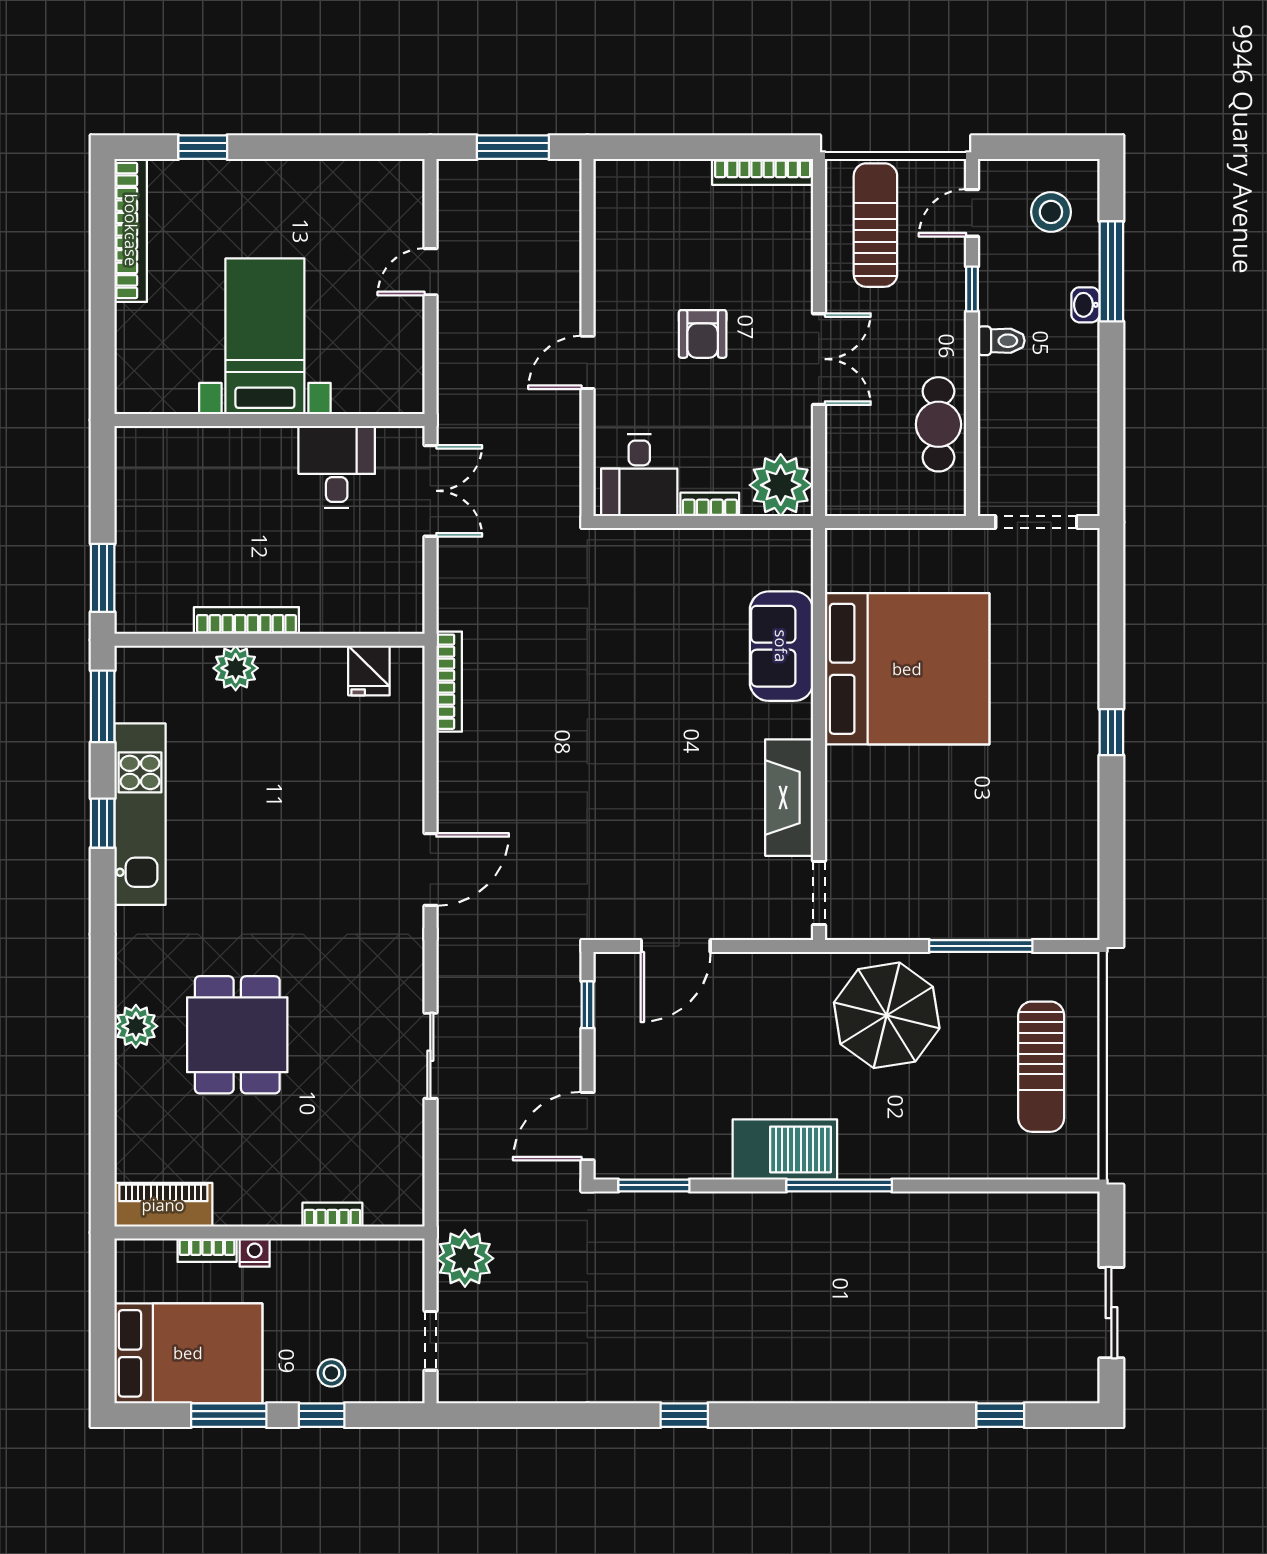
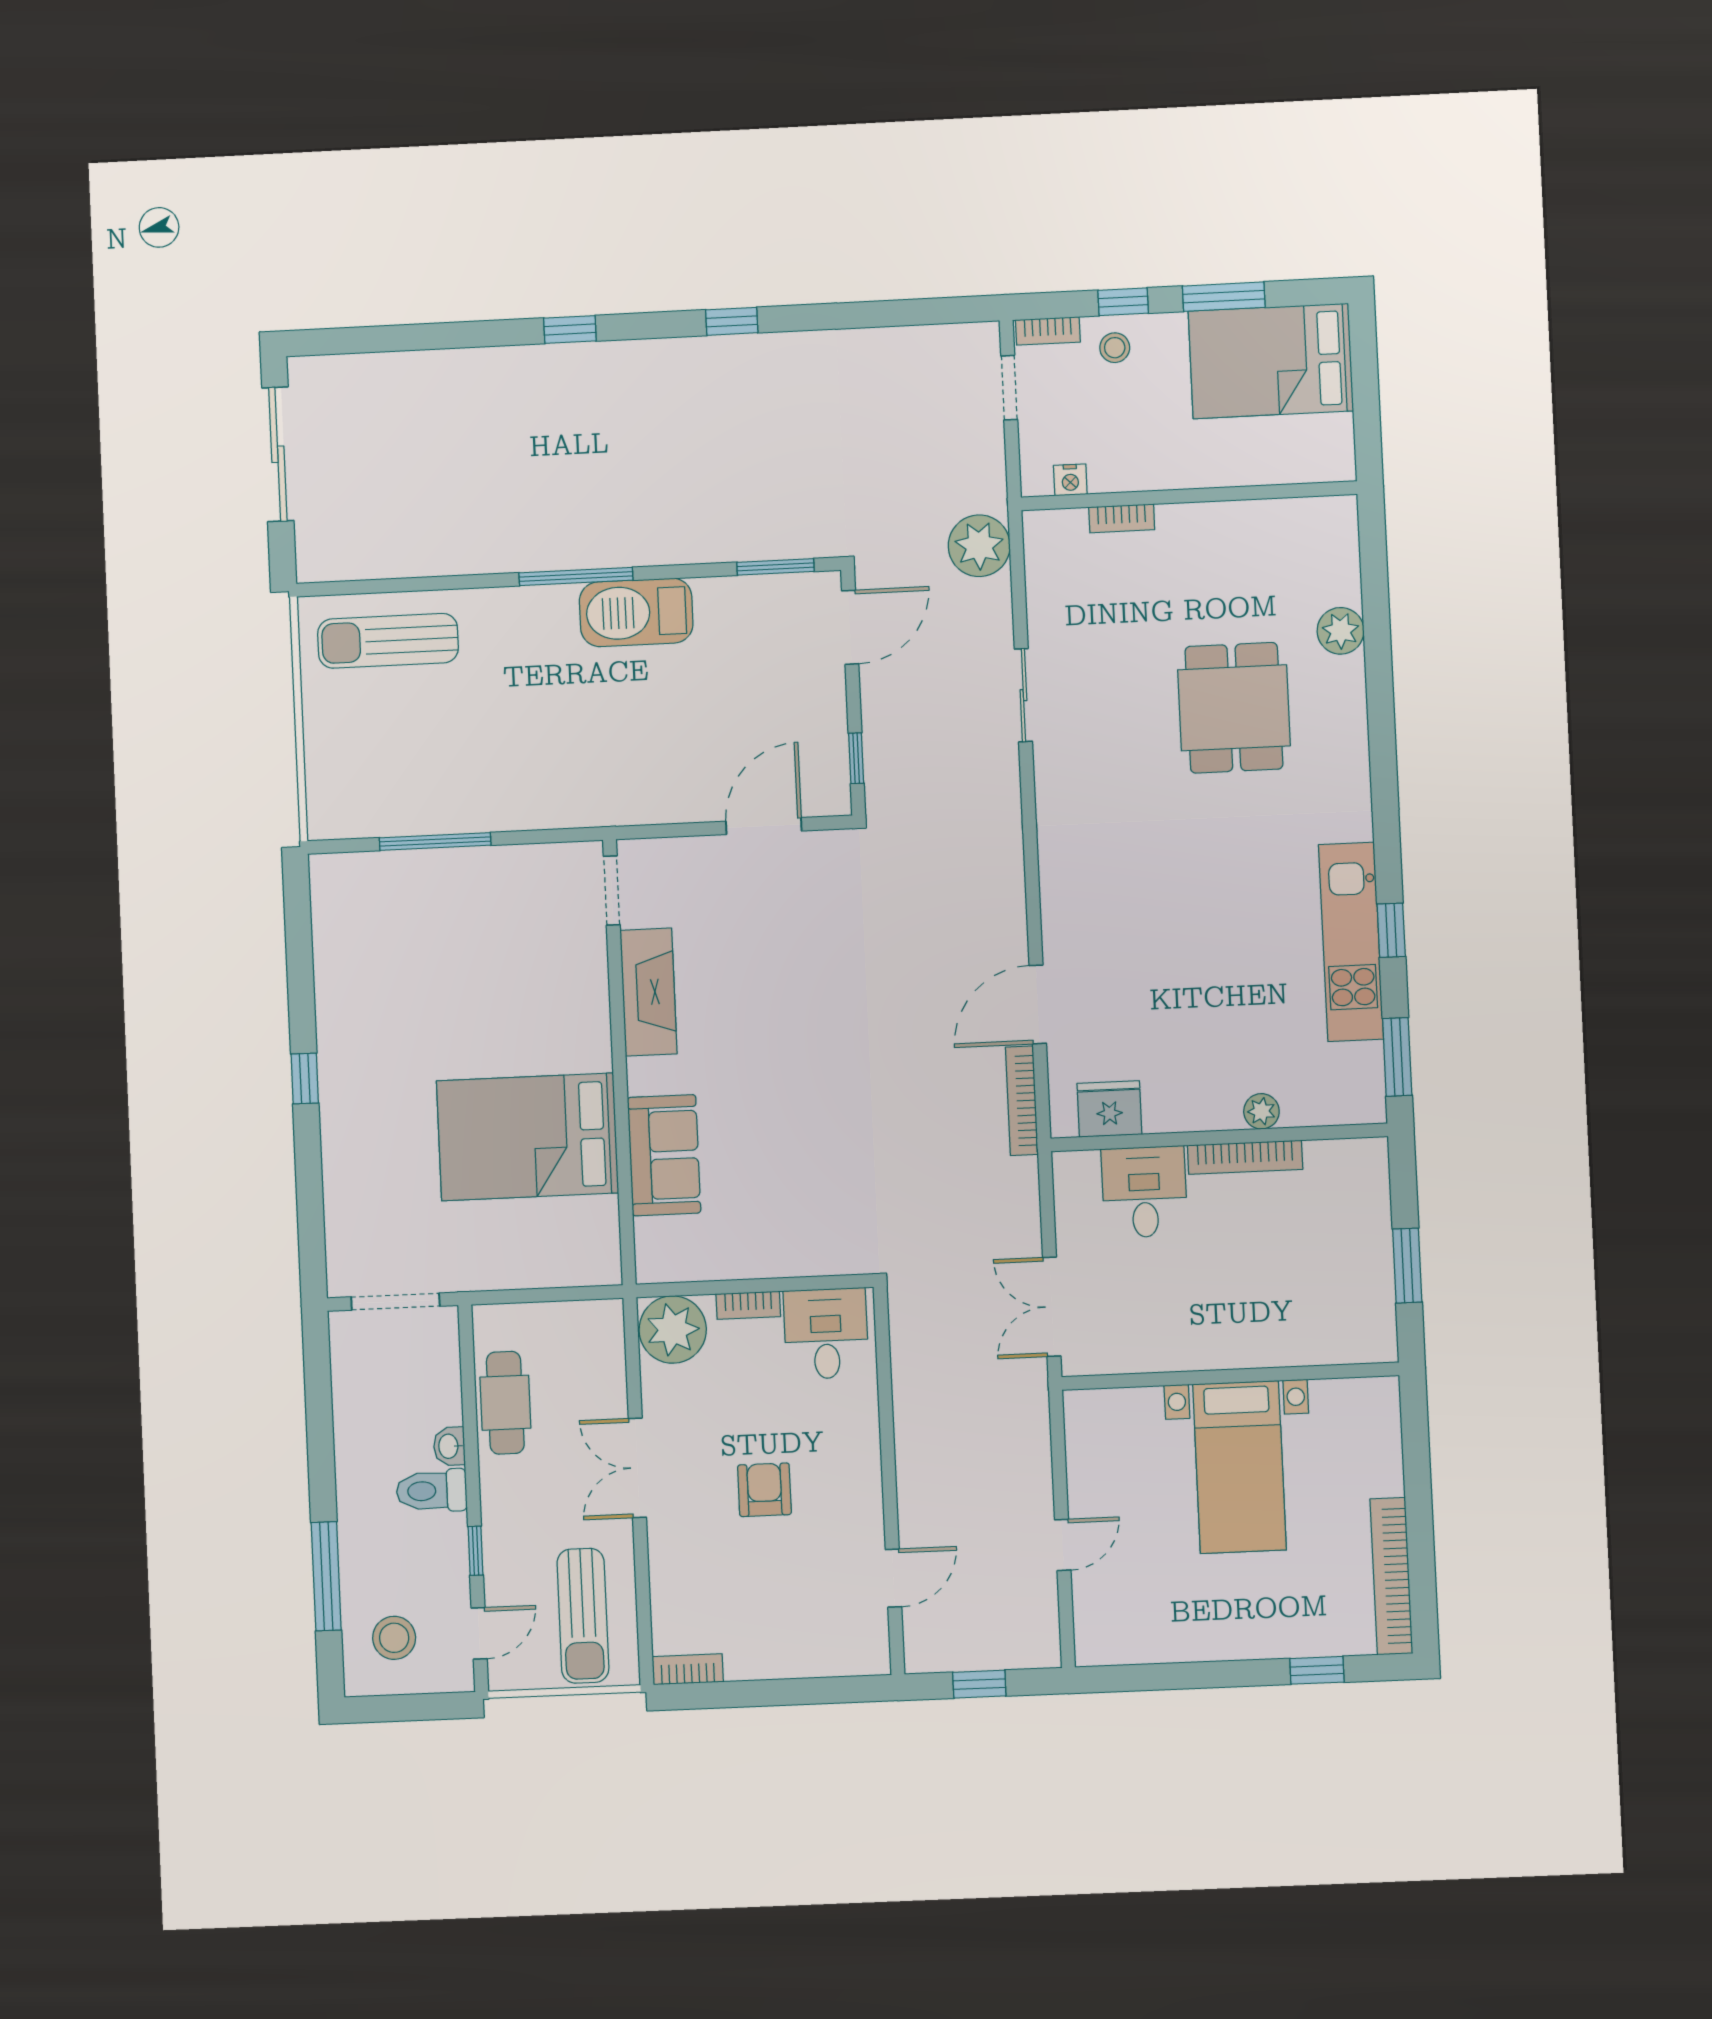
window: (513, 147) -> (979, 1684), width x0.67
bookcase: (763, 172) -> (688, 1669), width x0.64
washbasin: (1085, 305) -> (449, 1446), moved, turned 180
toilet: (1001, 341) -> (432, 1491), width x1.37, depth x1.39
door: (587, 362) -> (893, 1578), moved
desk: (337, 467) -> (1144, 1192), moved, turned 180
window: (103, 578) -> (1407, 1266), moved
plant: (236, 668) -> (1261, 1111), width x0.73, depth x0.73
bed: (907, 669) -> (527, 1137), width x0.73
fridge: (369, 670) -> (1109, 1109), width x1.38
door: (430, 869) -> (1038, 1004), moved
parasol: (887, 1015) -> (533, 762), removed
plant: (136, 1026) -> (1341, 631), moved
sun lounger: (1041, 1067) -> (388, 641), moved, turned -90
piano: (163, 1205) -> (1305, 520), removed
bookcase: (207, 1250) -> (1048, 331), moved, turned 180
nightstand: (255, 1253) -> (1070, 480), moved
plant: (465, 1258) -> (979, 546), moved
sliding door: (1111, 1313) -> (278, 454), width x1.37
window: (1000, 1415) -> (570, 329), moved

